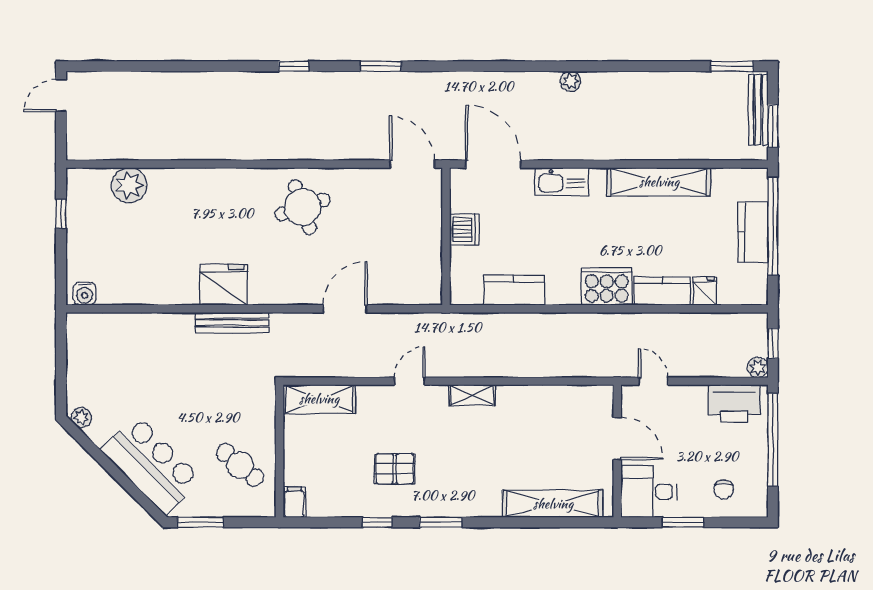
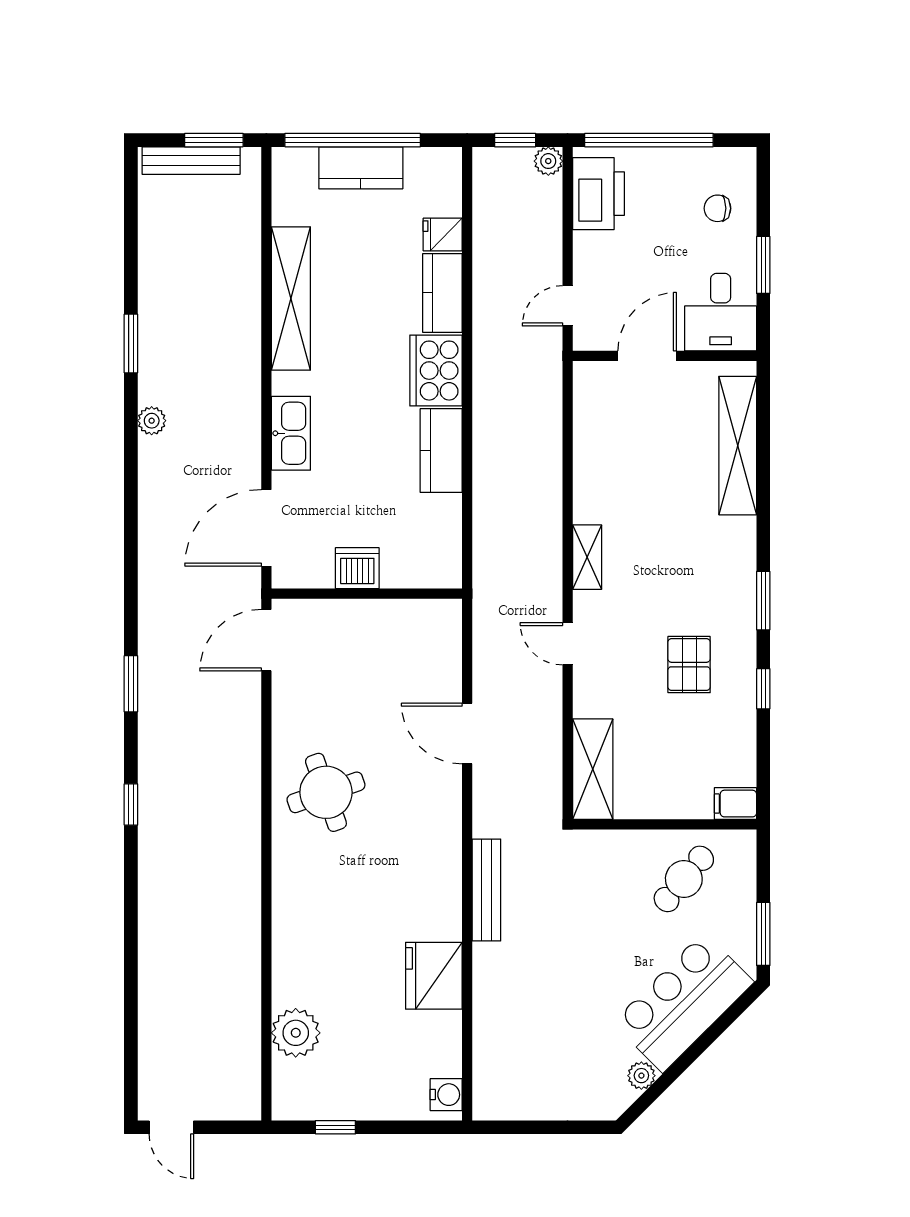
window: (732, 66) -> (131, 343), moved
fridge: (224, 285) -> (434, 976), moved
kitchen counter: (514, 290) -> (441, 451), moved
plant: (81, 417) -> (641, 1076), moved
chair: (724, 489) -> (717, 208), turned 180

